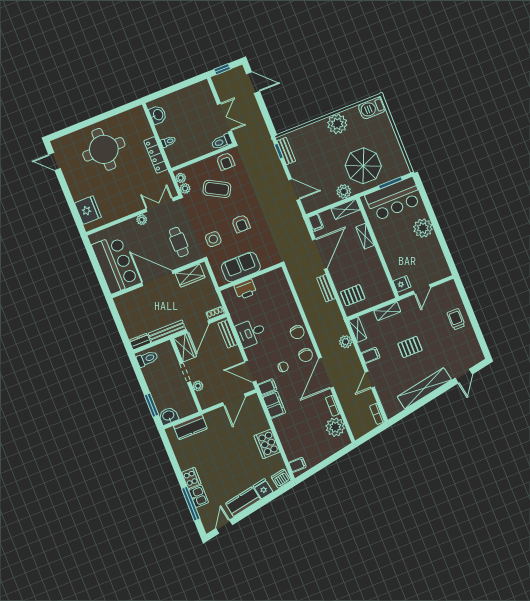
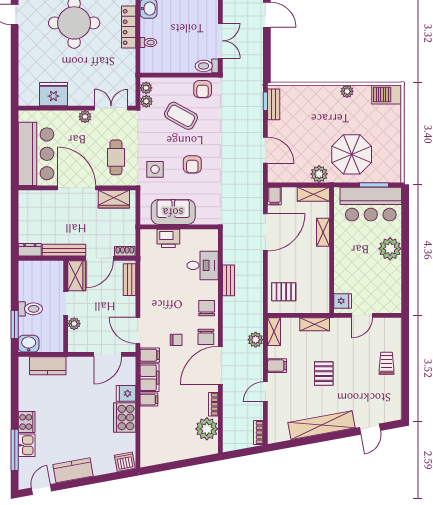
plant: (337, 124) -> (347, 91), width x0.53, depth x0.53
locker: (156, 155) -> (129, 27), moved
fridge: (88, 210) -> (53, 94), moved, turned -90
bench: (326, 288) -> (229, 280), moved
chair: (297, 332) -> (207, 308), turned 180
desk: (251, 333) -> (203, 265), moved, turned 180
pallet: (410, 347) -> (324, 374), turned 90
toilet: (147, 359) -> (30, 309), moved
filing cabinet: (297, 465) -> (149, 400), moved
fridge: (263, 489) -> (126, 393), moved, turned -80

